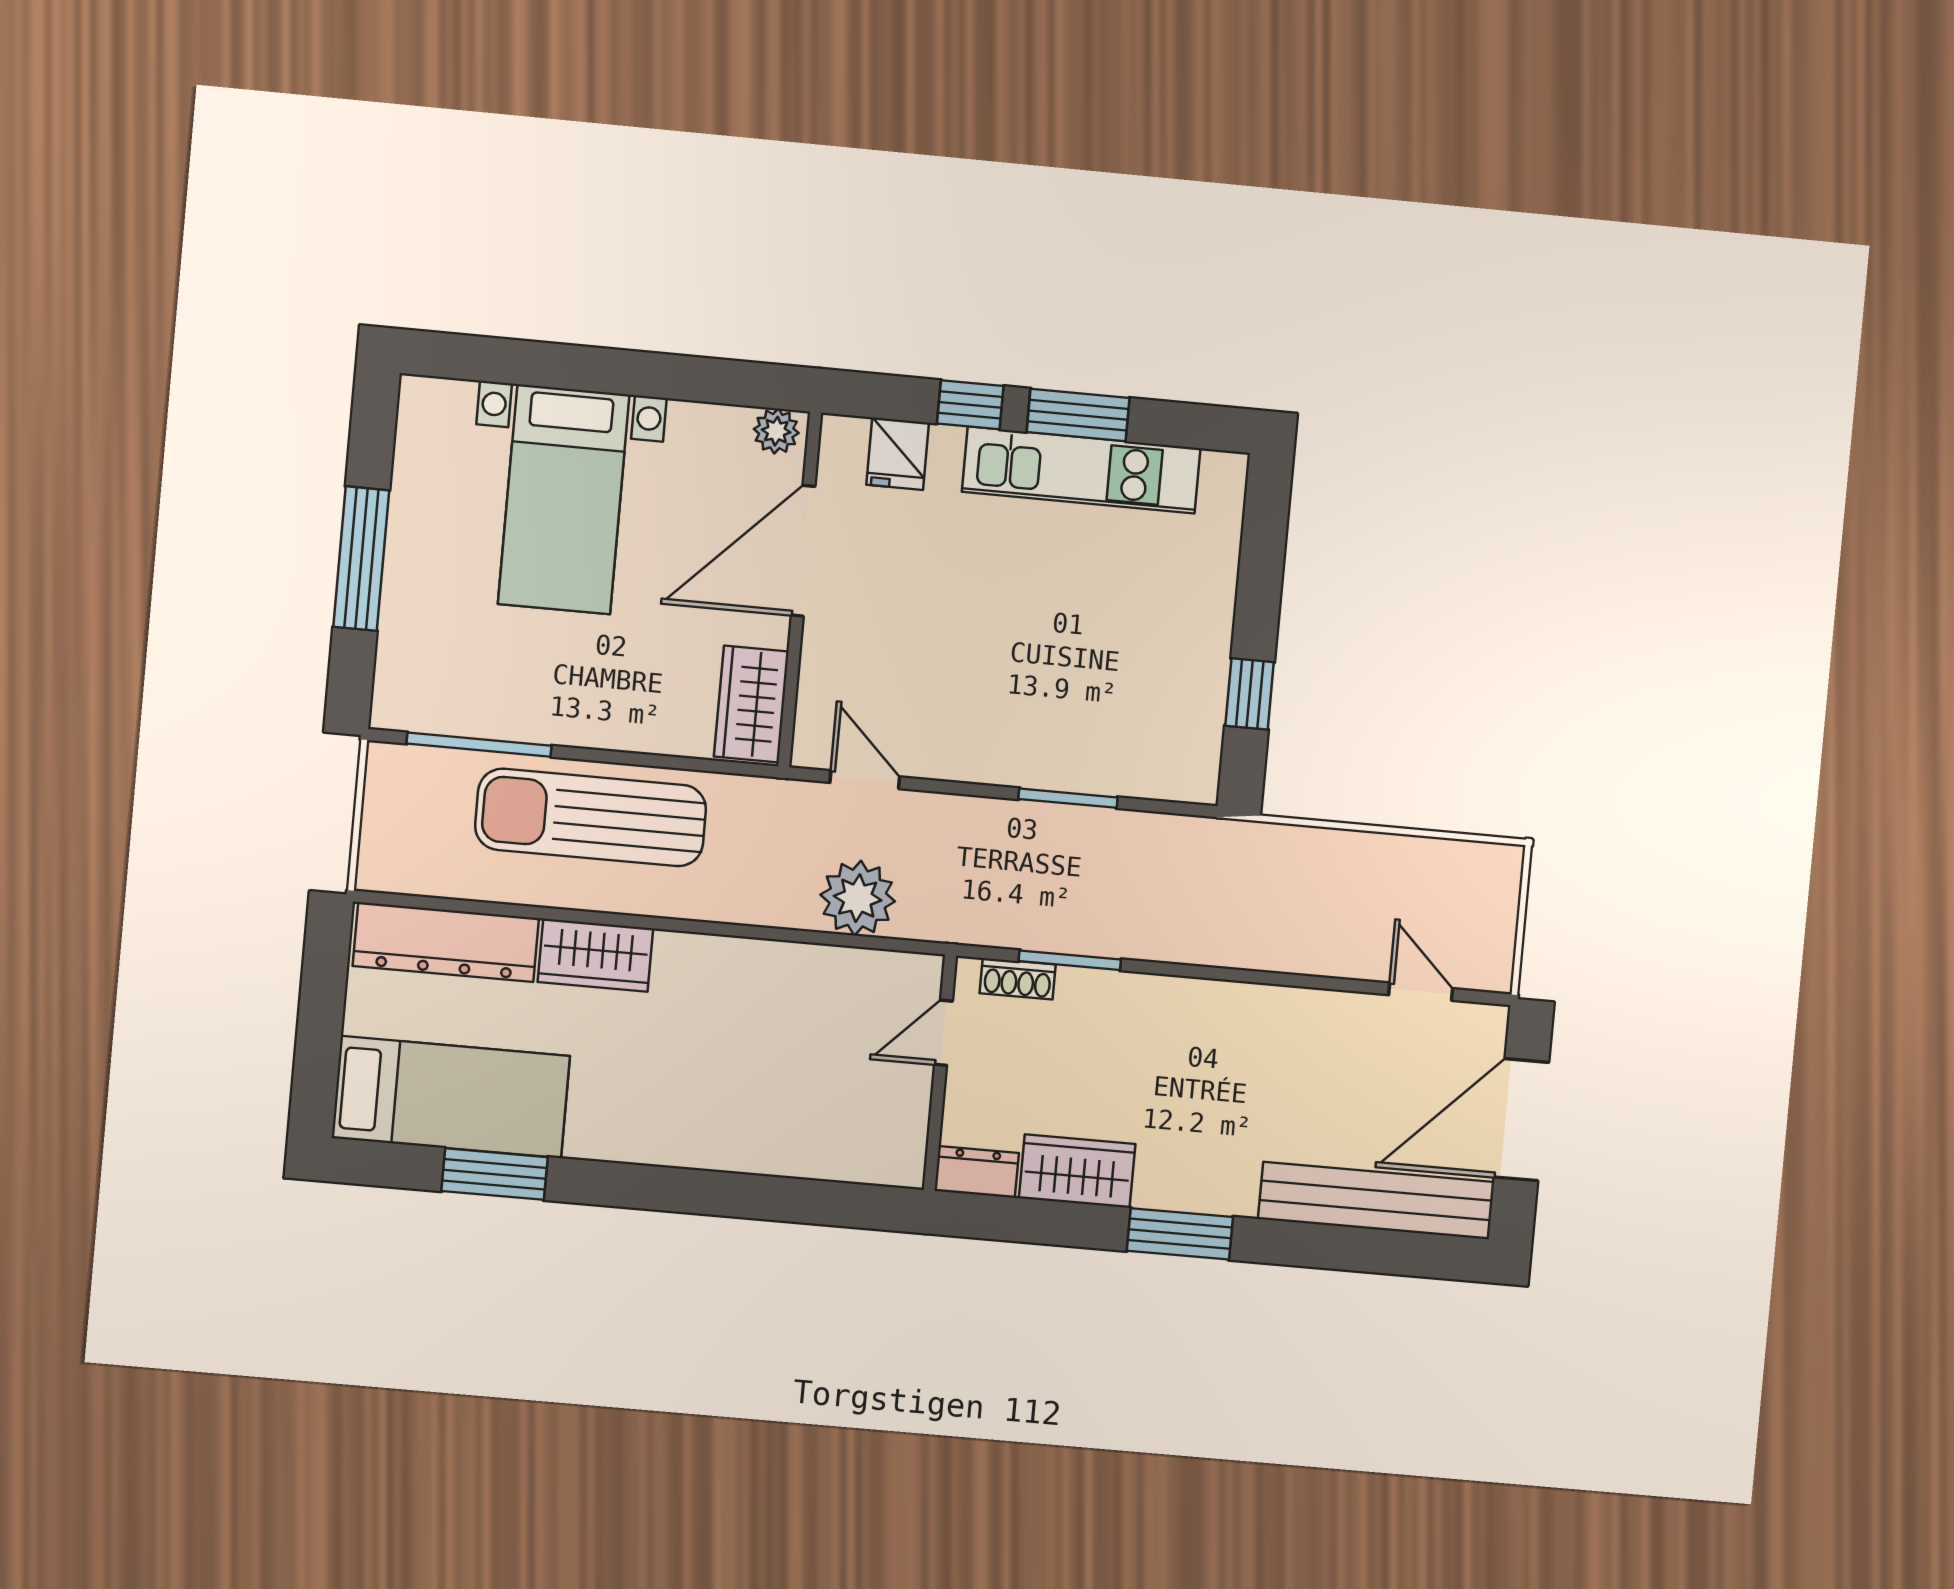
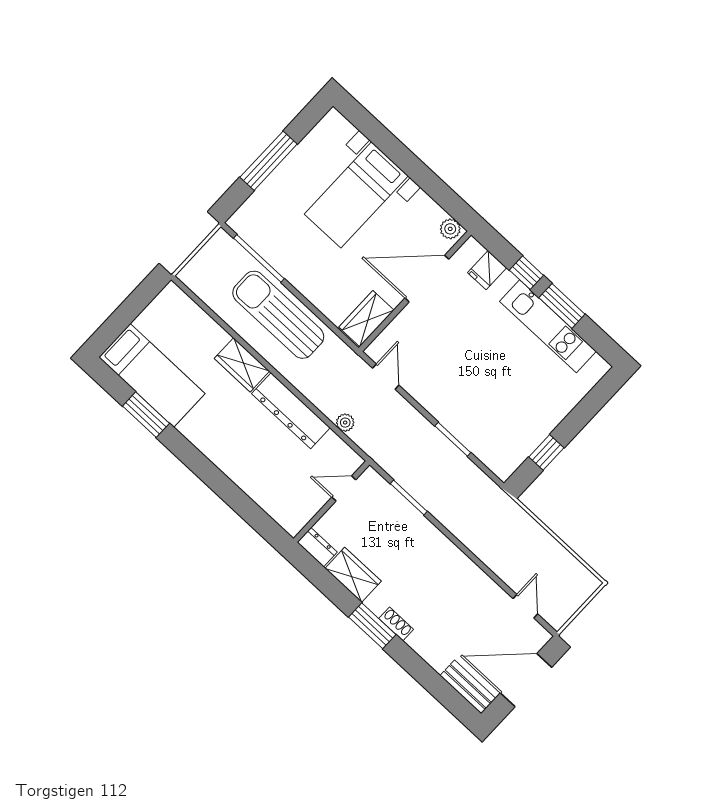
plant: (858, 898) -> (345, 423), width x0.53, depth x0.53
dresser: (446, 942) -> (291, 411), moved
shoe rack: (1018, 979) -> (396, 624), moved, turned 180
bench: (1376, 1201) -> (468, 687), width x0.54, depth x0.82

